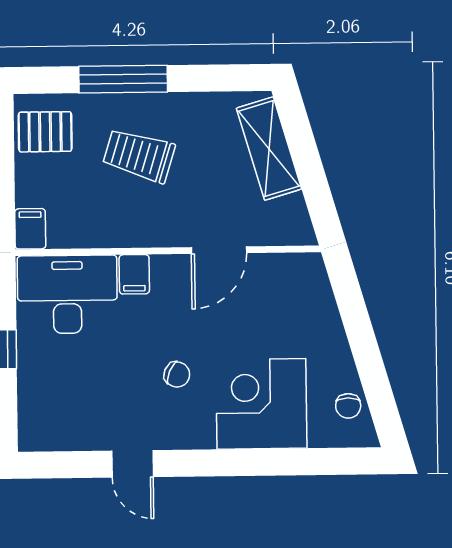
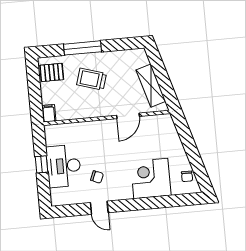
shelving: (269, 149) -> (151, 86), moved
filing cabinet: (134, 274) -> (94, 129), removed
desk: (67, 294) -> (64, 166), moved, turned -90
chair: (177, 374) -> (97, 177), moved

